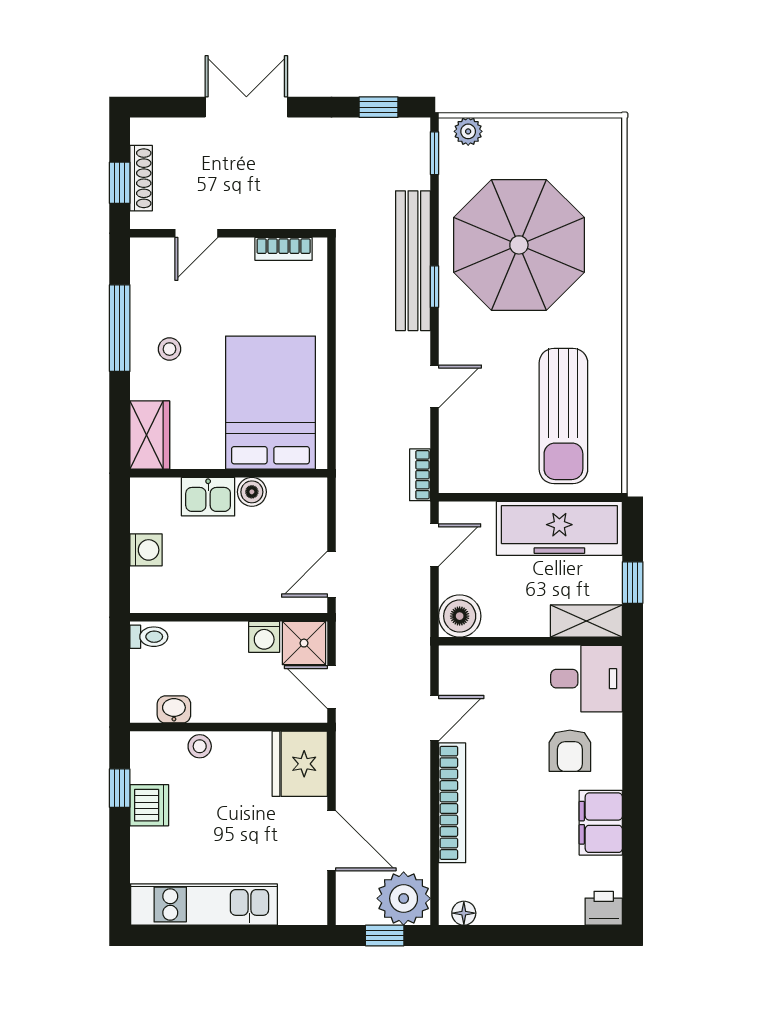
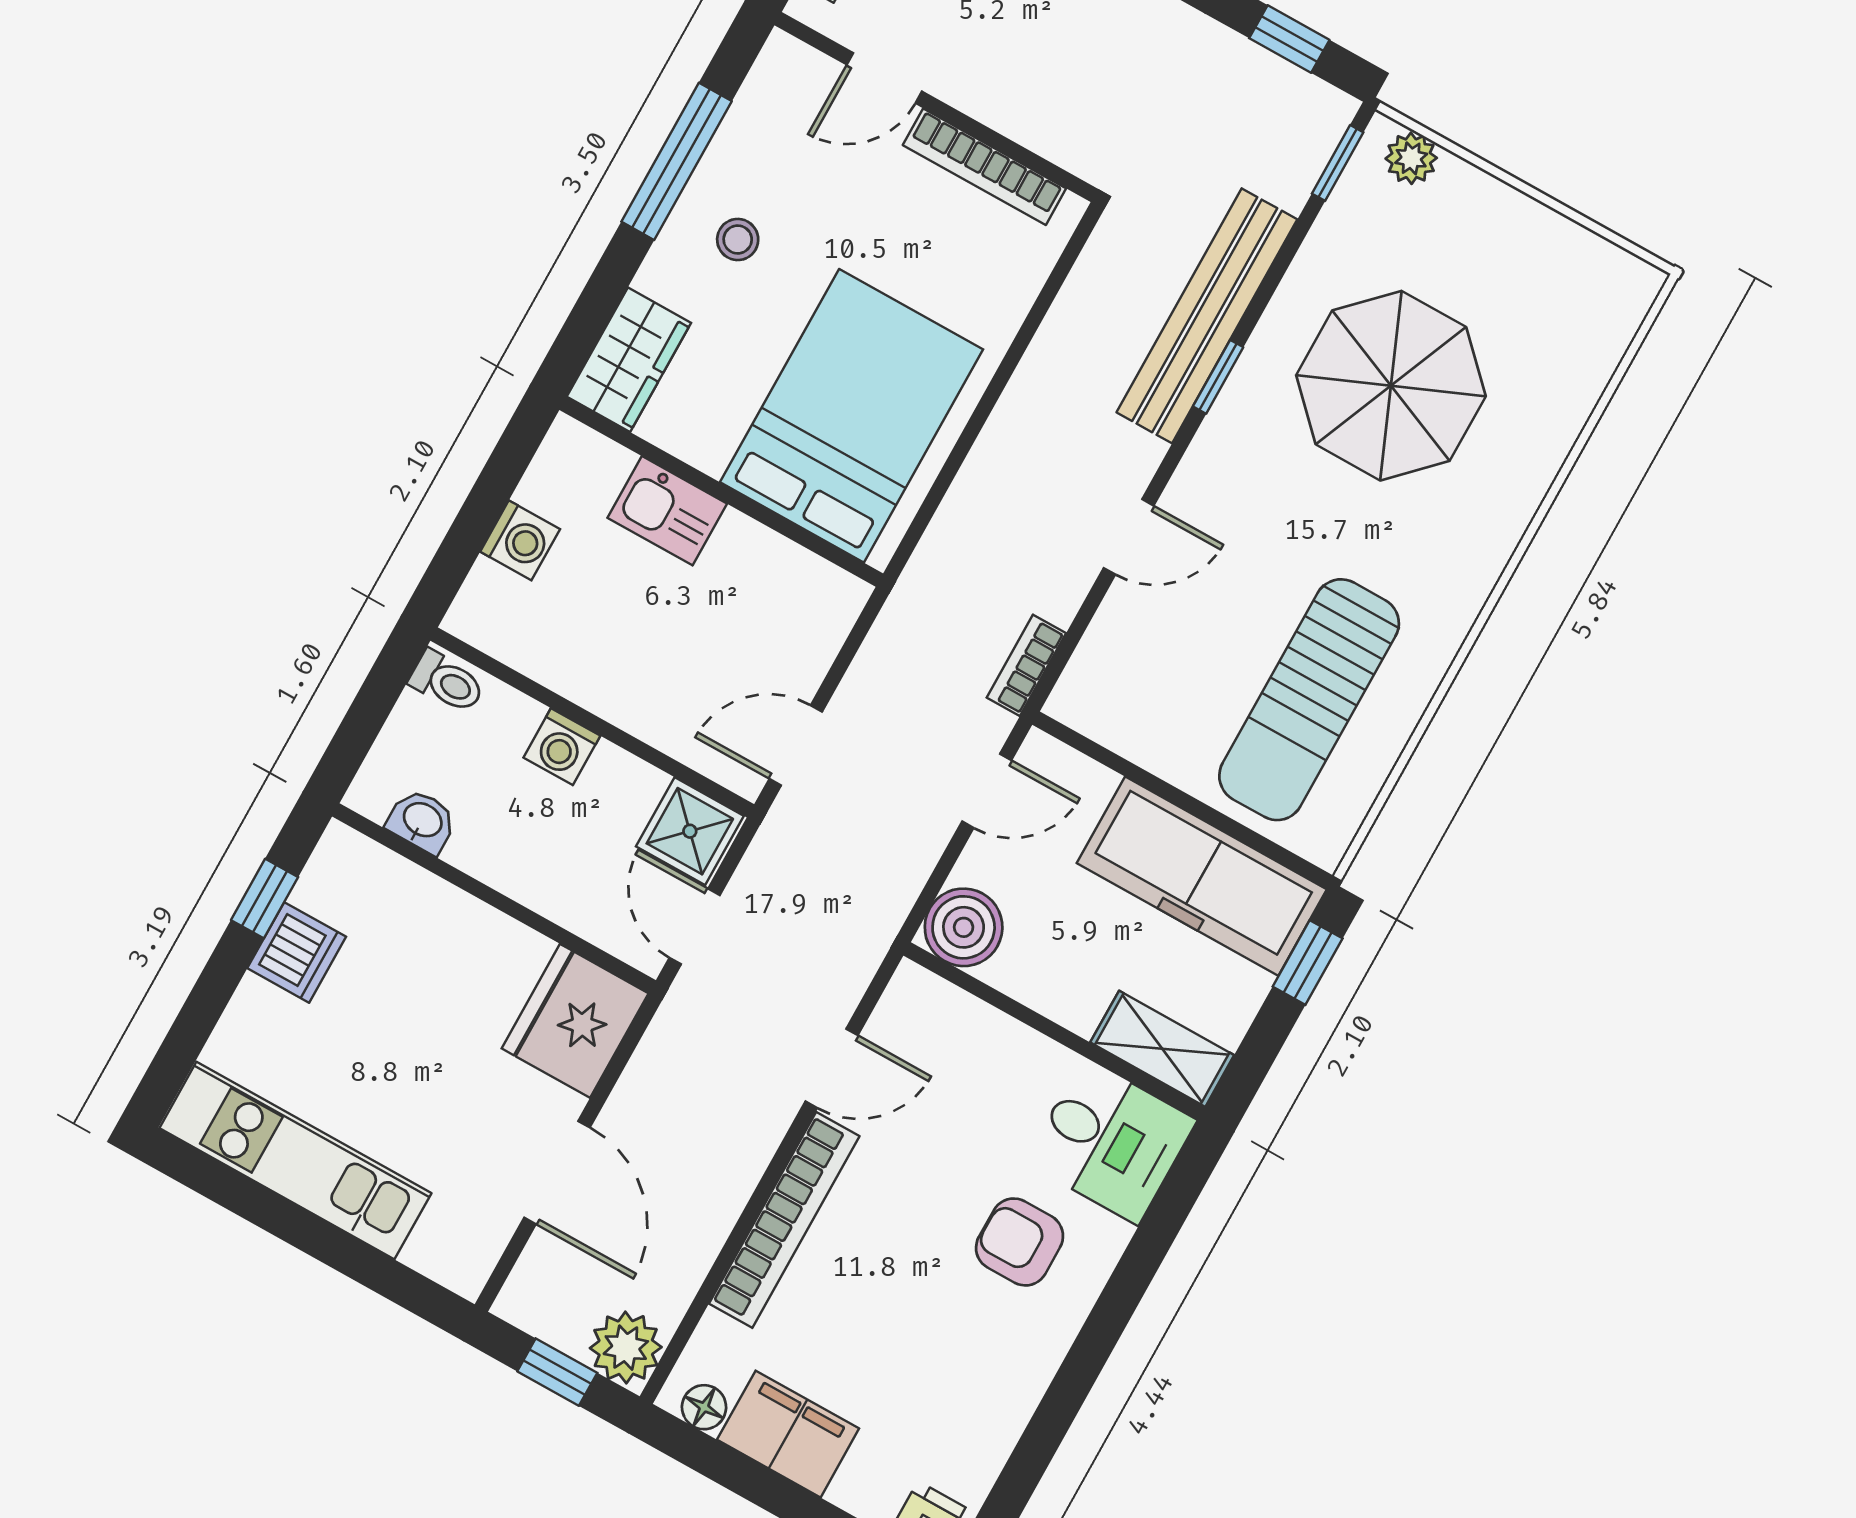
parasol: (519, 245) -> (1391, 386), width x0.73, depth x0.73
bookcase: (284, 249) -> (984, 167), width x1.56
boiler: (252, 492) -> (742, 542), removed
window: (633, 583) -> (1308, 962), moved
washing machine: (264, 637) -> (562, 747), moved
stool: (200, 746) -> (430, 903), removed
armchair: (570, 751) -> (1020, 1242), turned 90
filing cabinet: (601, 823) -> (788, 1434), moved, turned 90
plant: (404, 898) -> (626, 1348), width x0.73, depth x0.73

